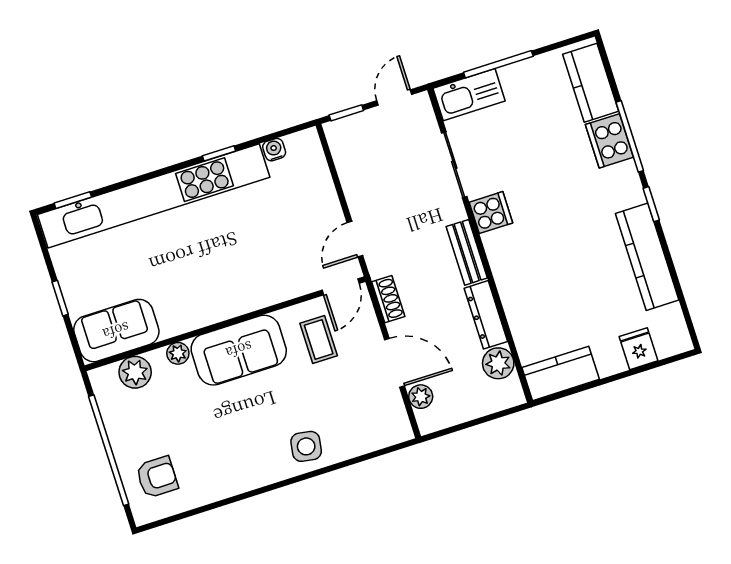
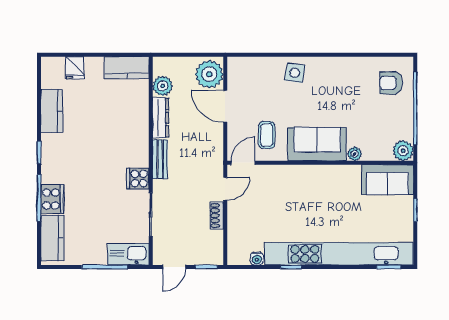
kitchen counter: (647, 257) -> (52, 111), width x0.67
shoe rack: (388, 299) -> (217, 216), moved
plant: (135, 372) -> (403, 151), moved
plant: (421, 397) -> (209, 74), width x1.88, depth x1.88

